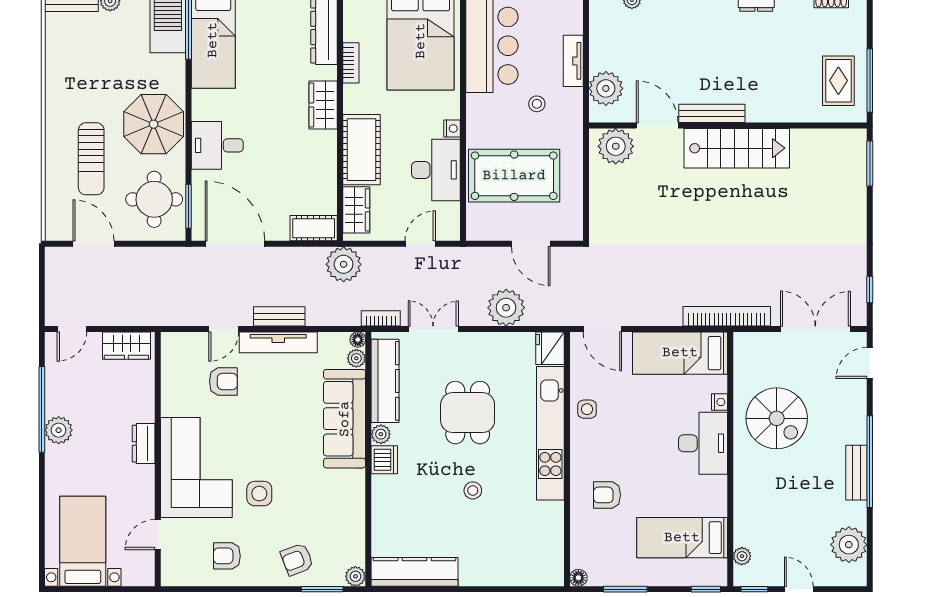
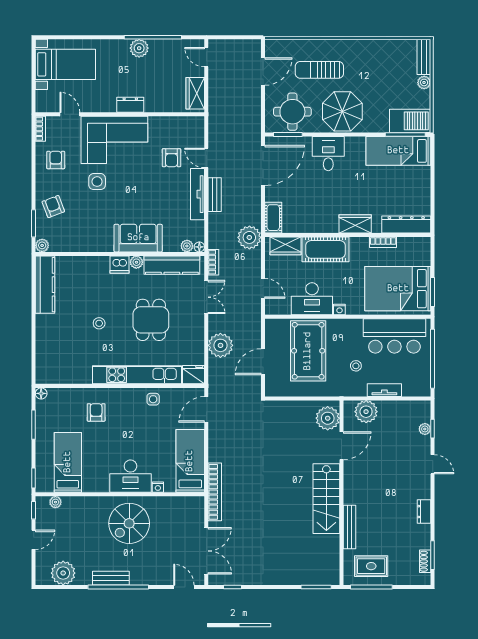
bench: (712, 113) -> (349, 527), moved
dining table: (468, 413) -> (151, 320), turned 90
spiral stairs: (777, 418) -> (129, 523), moved
sofa: (345, 419) -> (138, 238), width x0.73
bookcase: (180, 579) -> (40, 129), added

